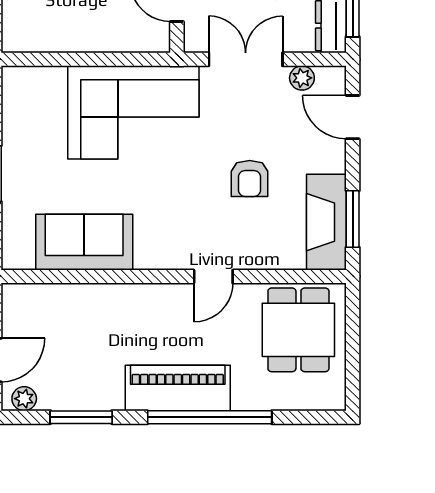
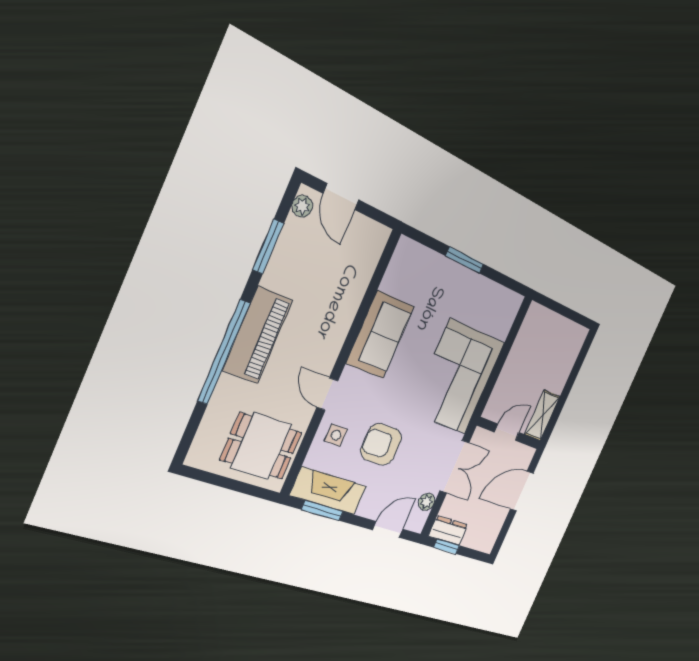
armchair: (250, 178) -> (381, 444), width x1.38, depth x1.38
sofa: (84, 242) -> (380, 335), moved
side table: (257, 243) -> (336, 435), added

